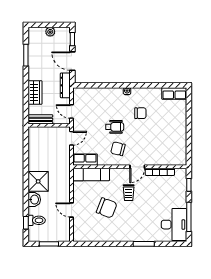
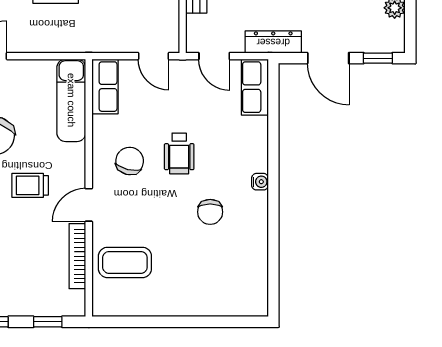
door: (72, 61) -> (328, 58), swing flipped
row of seats: (174, 93) -> (255, 87), moved
door: (72, 111) -> (214, 56), swing flipped
coffee table: (163, 151) -> (125, 262), added
door: (137, 167) -> (89, 205), hinge flipped

